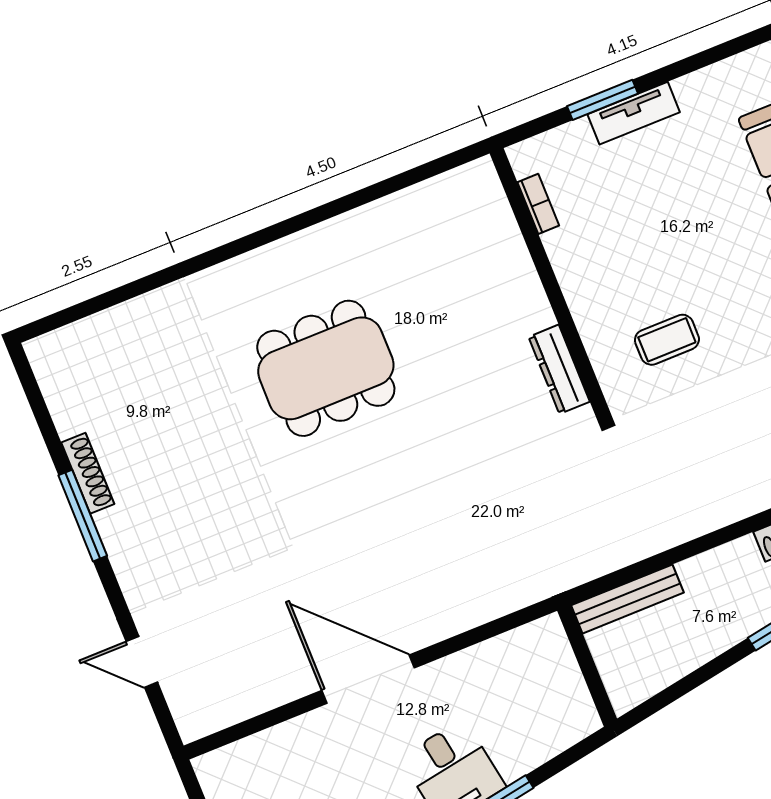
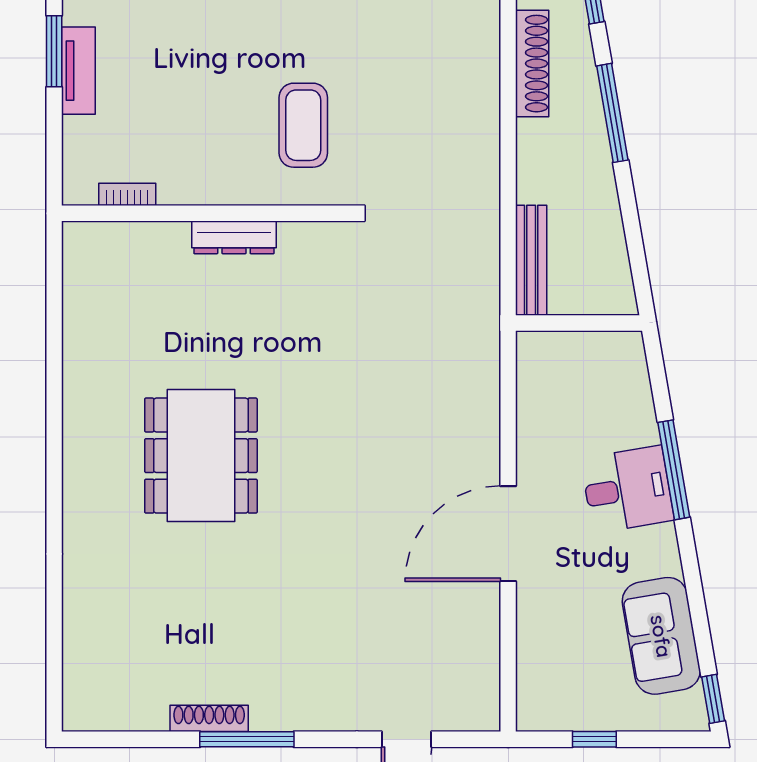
window: (602, 100) -> (54, 51), moved
coffee table: (667, 340) -> (303, 125), width x1.36, depth x1.30
dresser: (559, 369) -> (234, 237), moved

